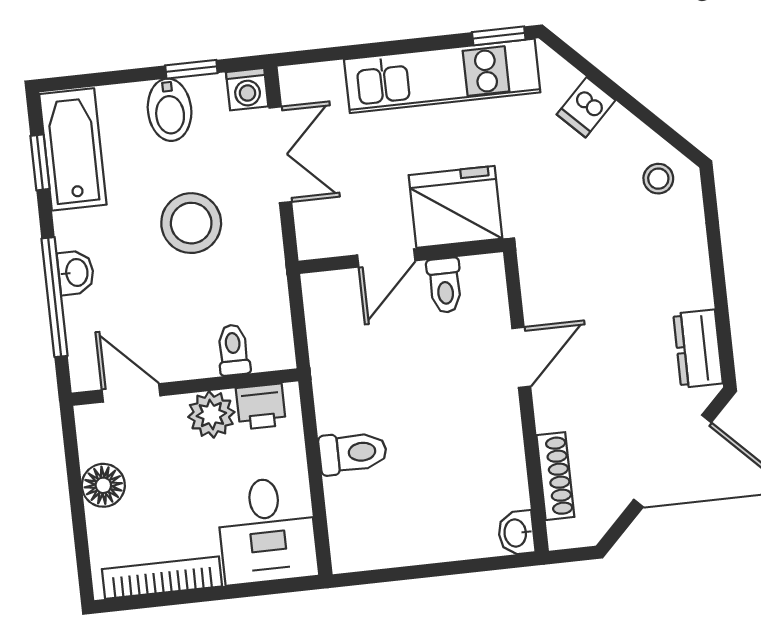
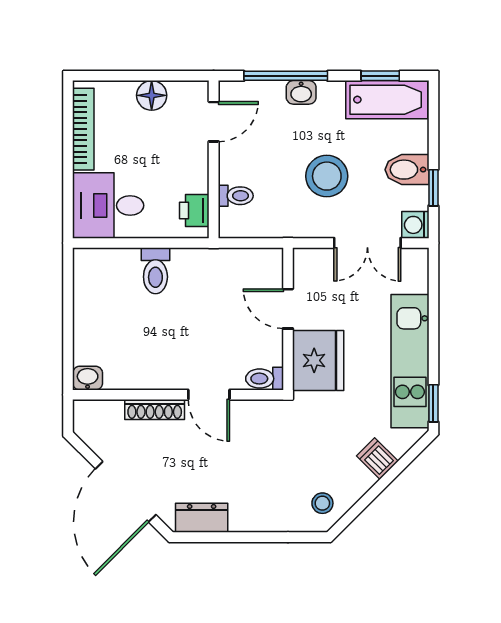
toilet: (445, 285) -> (265, 379), moved
plant: (211, 415) -> (193, 176), removed
shoe rack: (555, 476) -> (155, 409), moved

